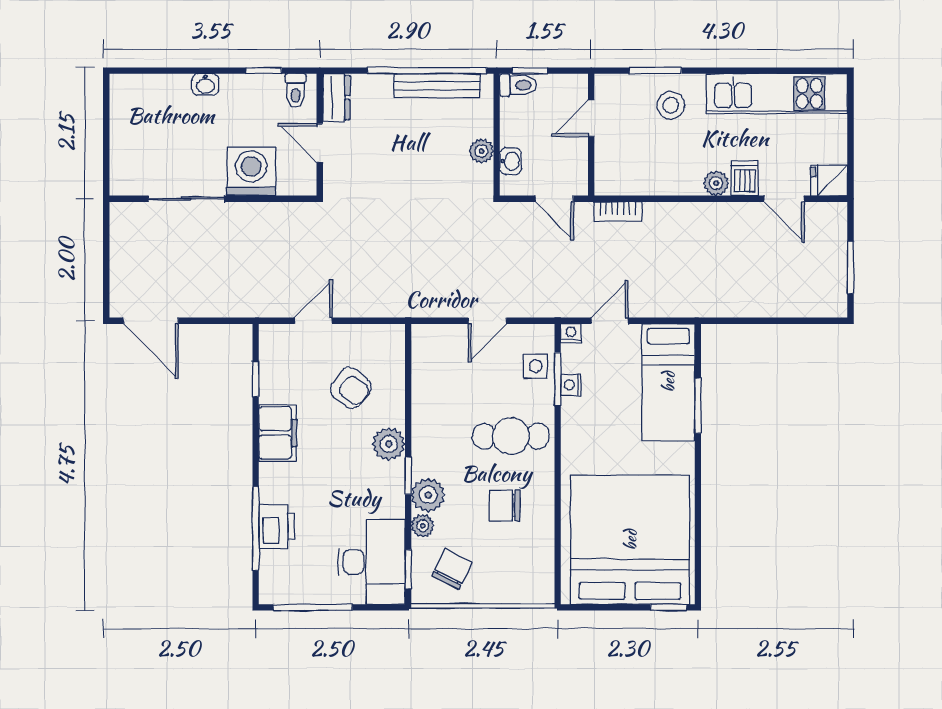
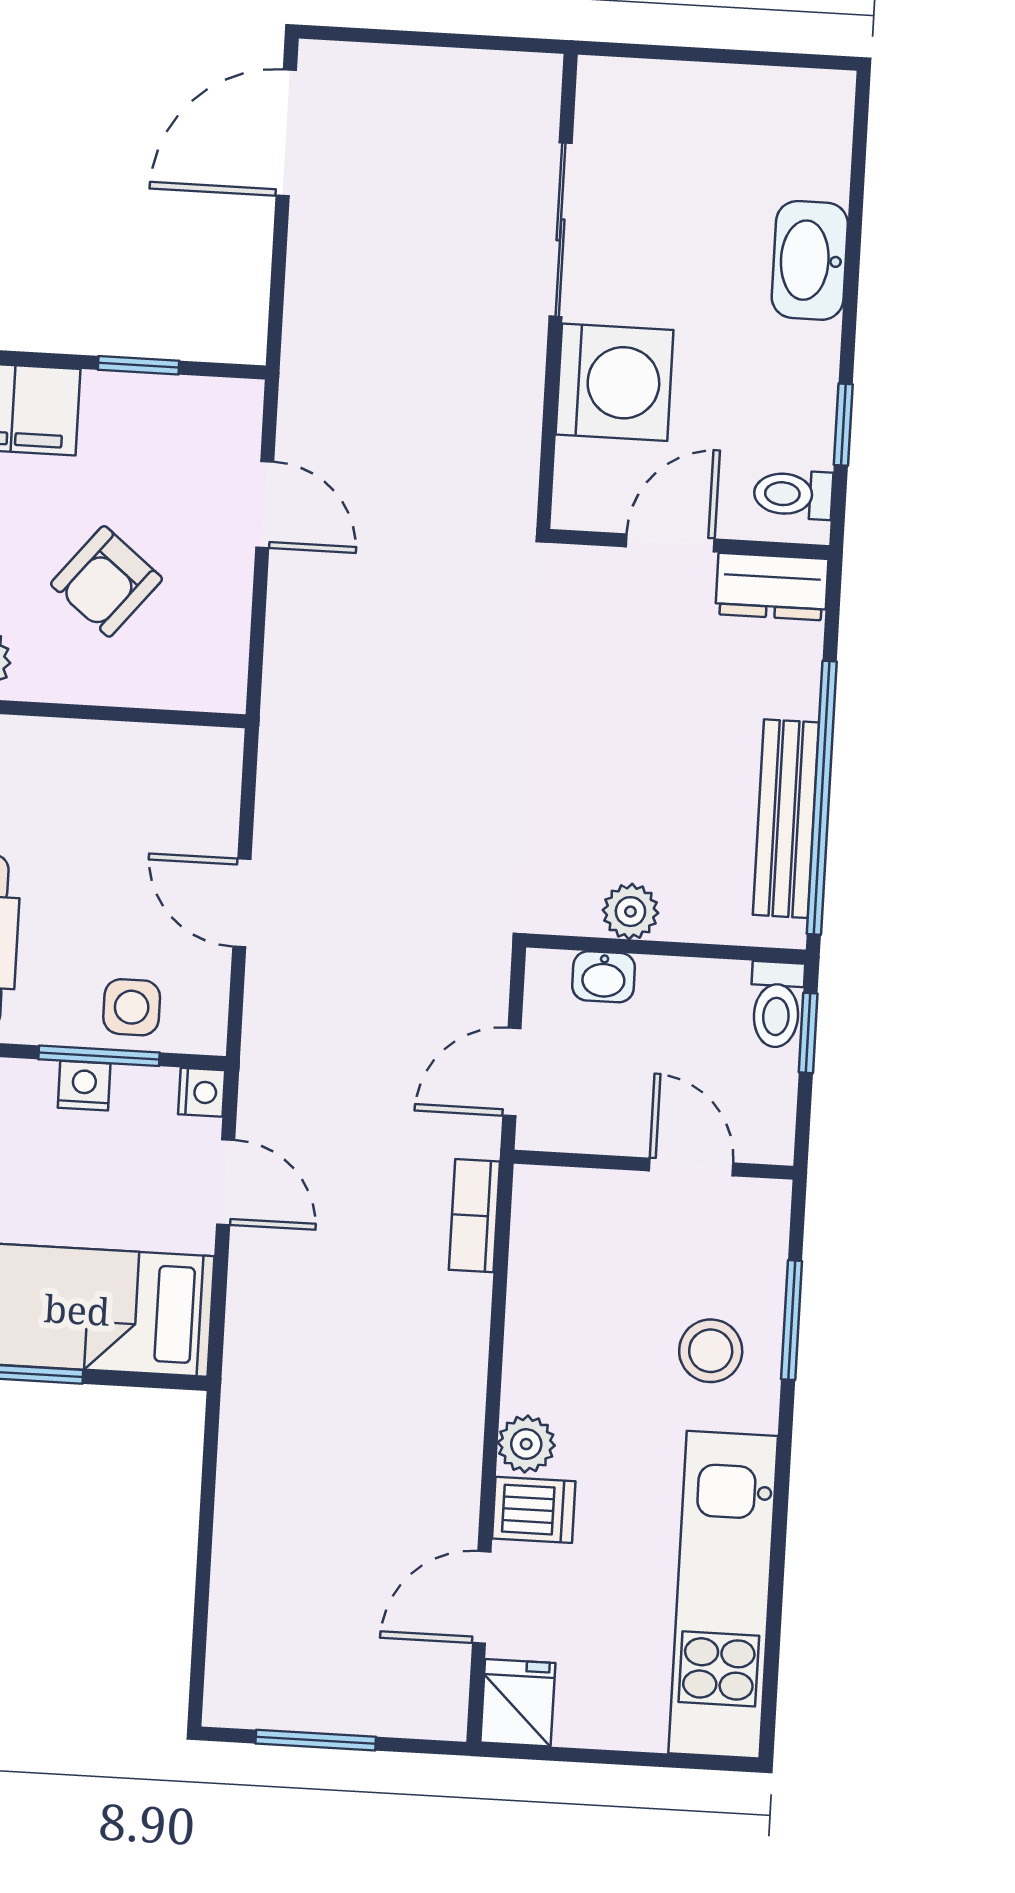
washbasin: (205, 84) -> (810, 260), width x1.91, depth x1.45

